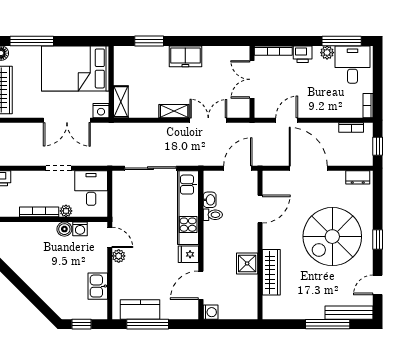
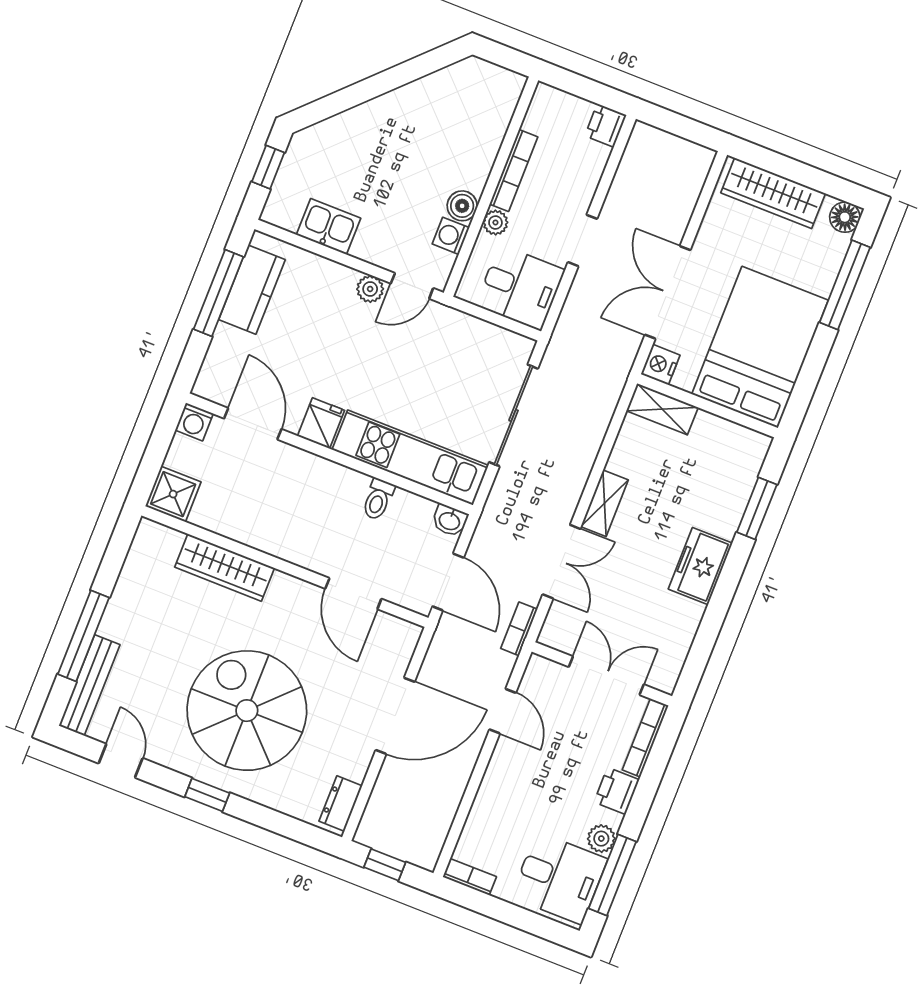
bookcase: (351, 127) -> (519, 629), moved
washbasin: (210, 200) -> (450, 520), moved
shower: (247, 263) -> (173, 494), moved

